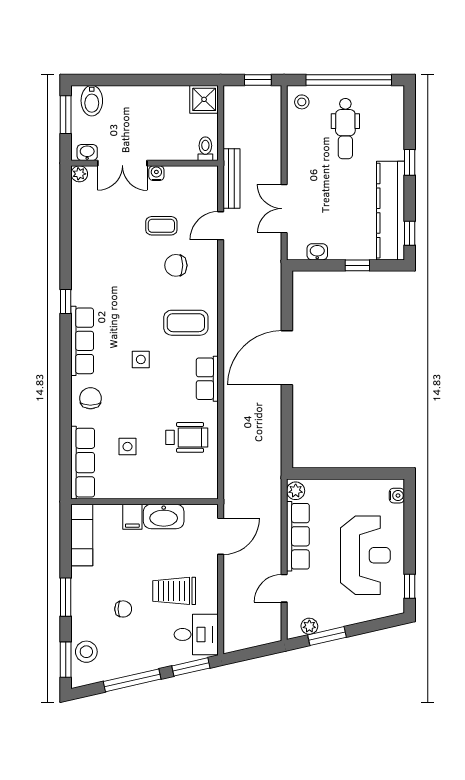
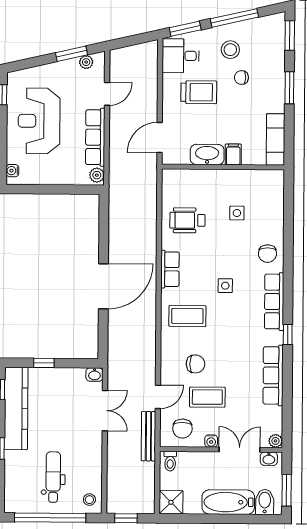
bathtub: (135, 100) -> (228, 502), added
chair: (191, 188) -> (182, 429), added
coffee table: (161, 226) -> (207, 397), width x1.36, depth x1.30
washbasin: (317, 252) -> (94, 375), moved
row of seats: (83, 463) -> (273, 375), moved
stool: (86, 652) -> (230, 50), moved

